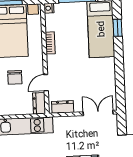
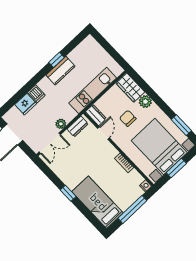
window: (118, 28) -> (68, 193), moved
plant: (75, 121) -> (61, 124), added

